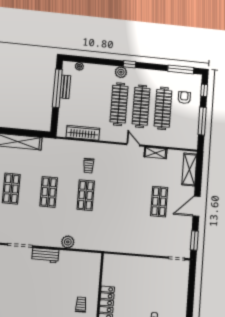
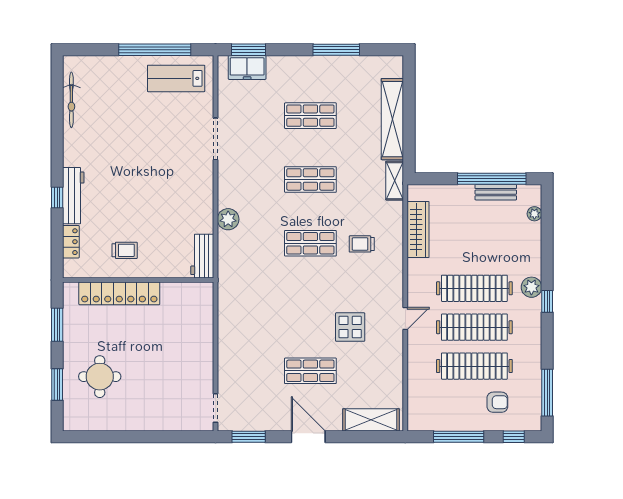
shelving: (155, 153) -> (395, 181), moved
display table: (136, 177) -> (350, 327), added
workbench: (45, 255) -> (202, 256), moved

